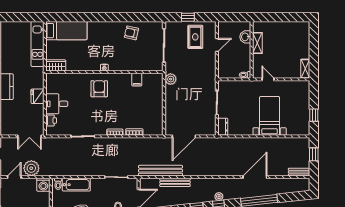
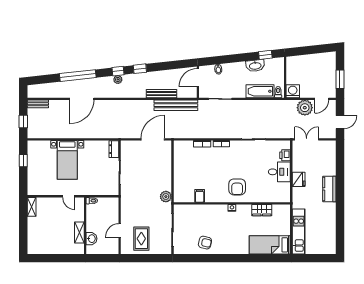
window: (188, 17) -> (149, 258), removed
wardrobe: (56, 65) -> (262, 210), moved

